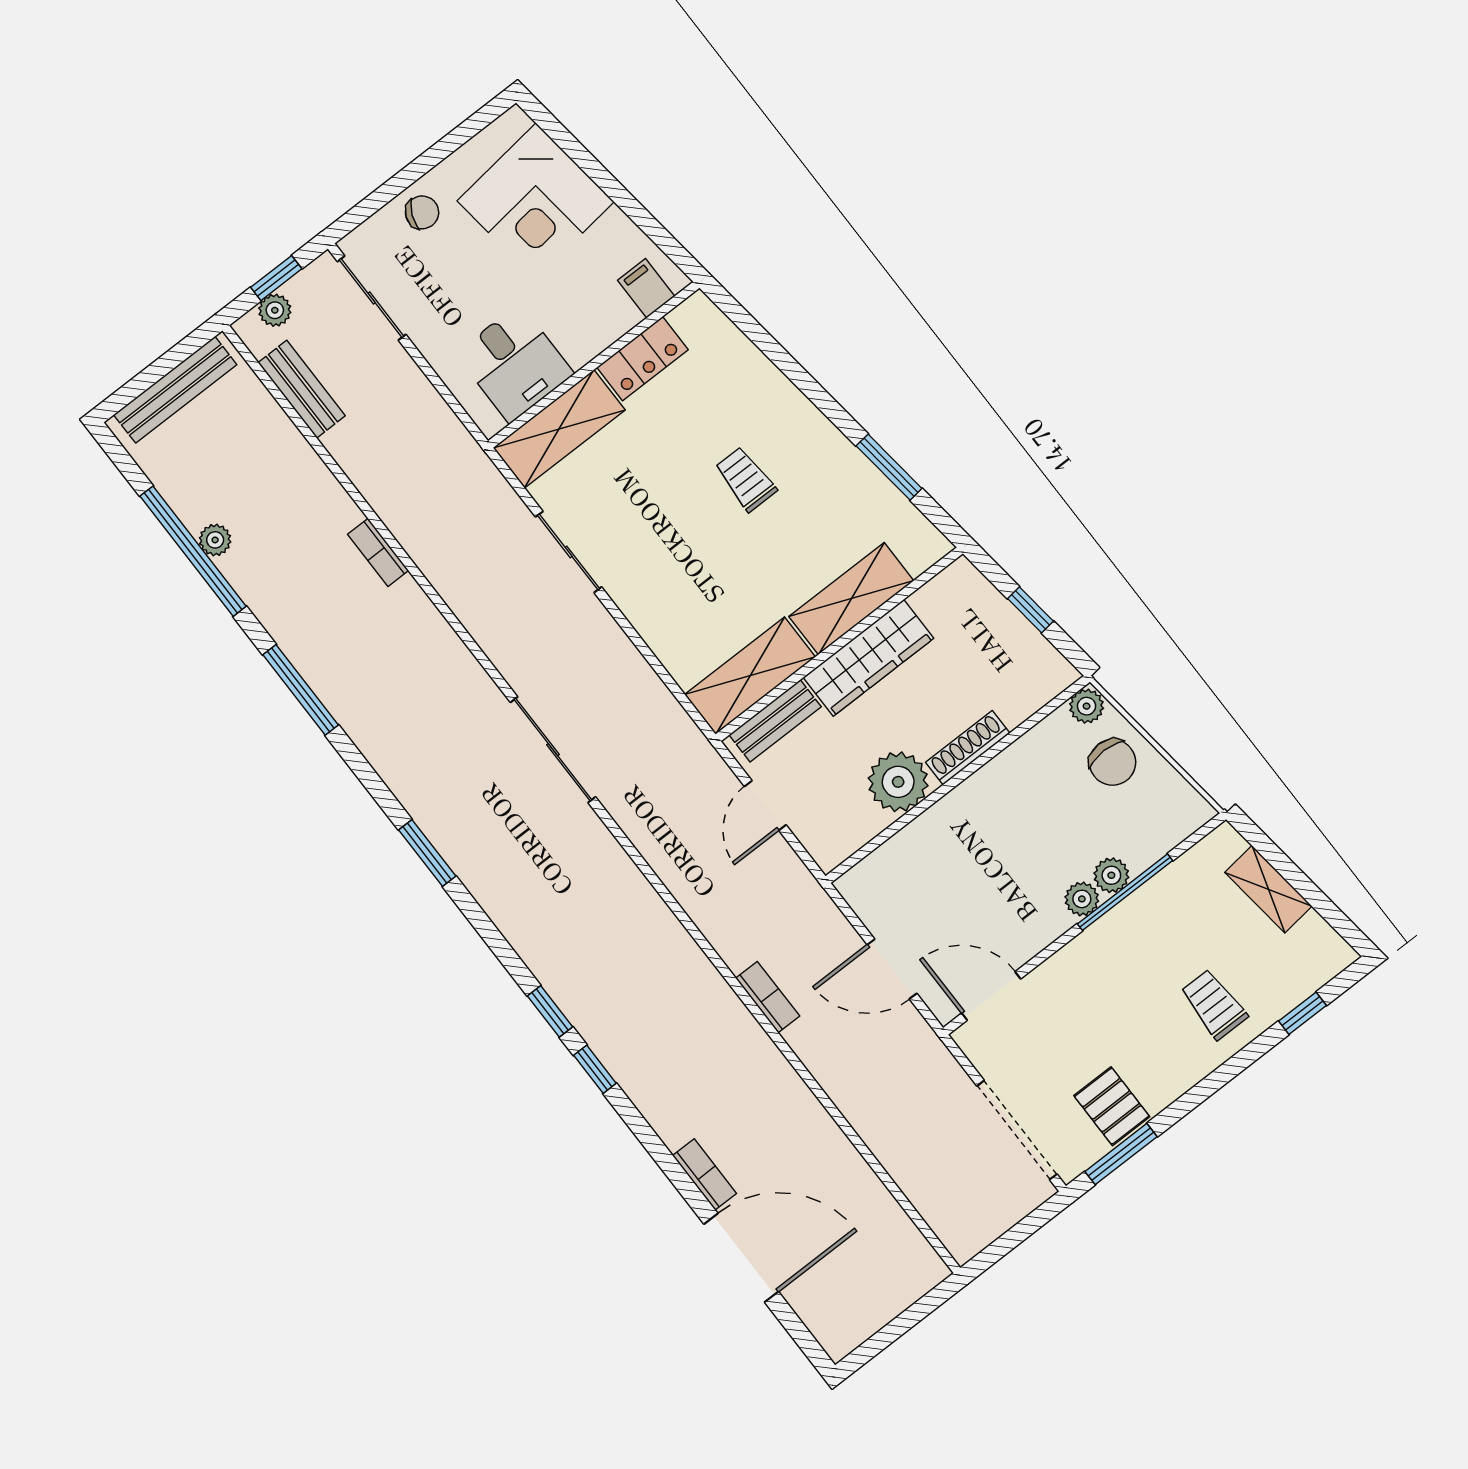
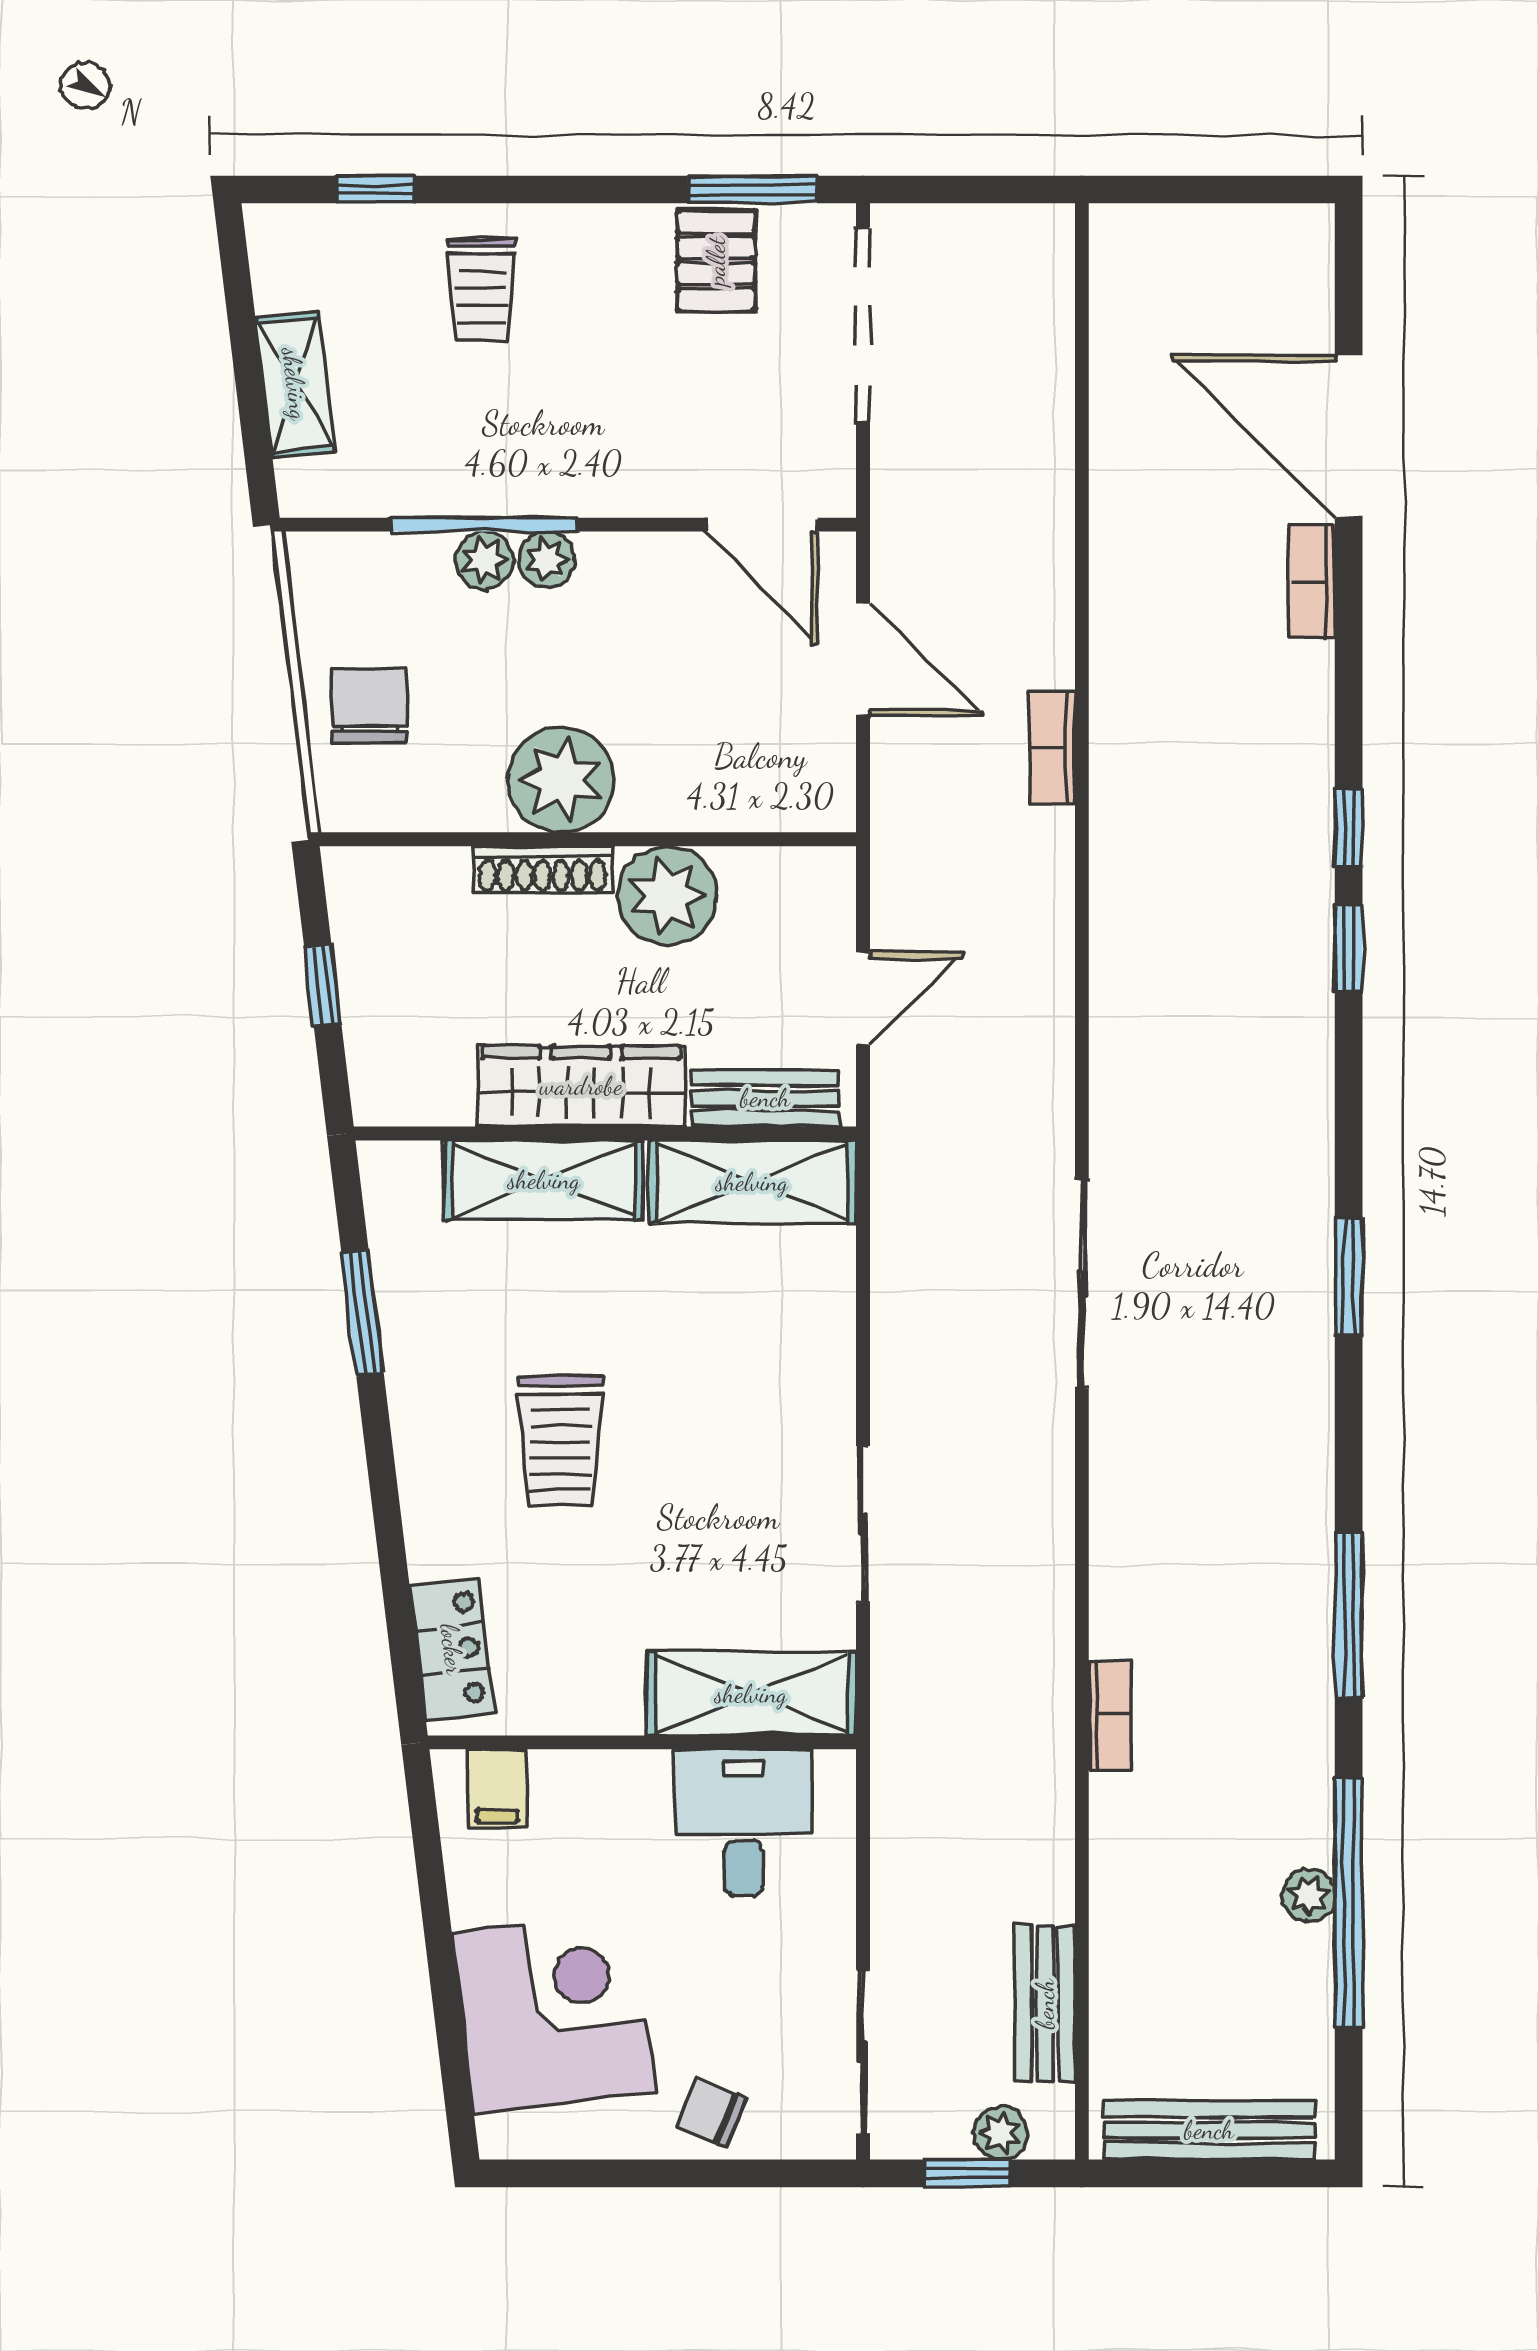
locker: (643, 359) -> (452, 1649), moved, turned 83
trolley: (746, 479) -> (560, 1441), width x1.36, depth x1.39
plant: (1087, 706) -> (561, 780), moved, width x1.88, depth x1.88

